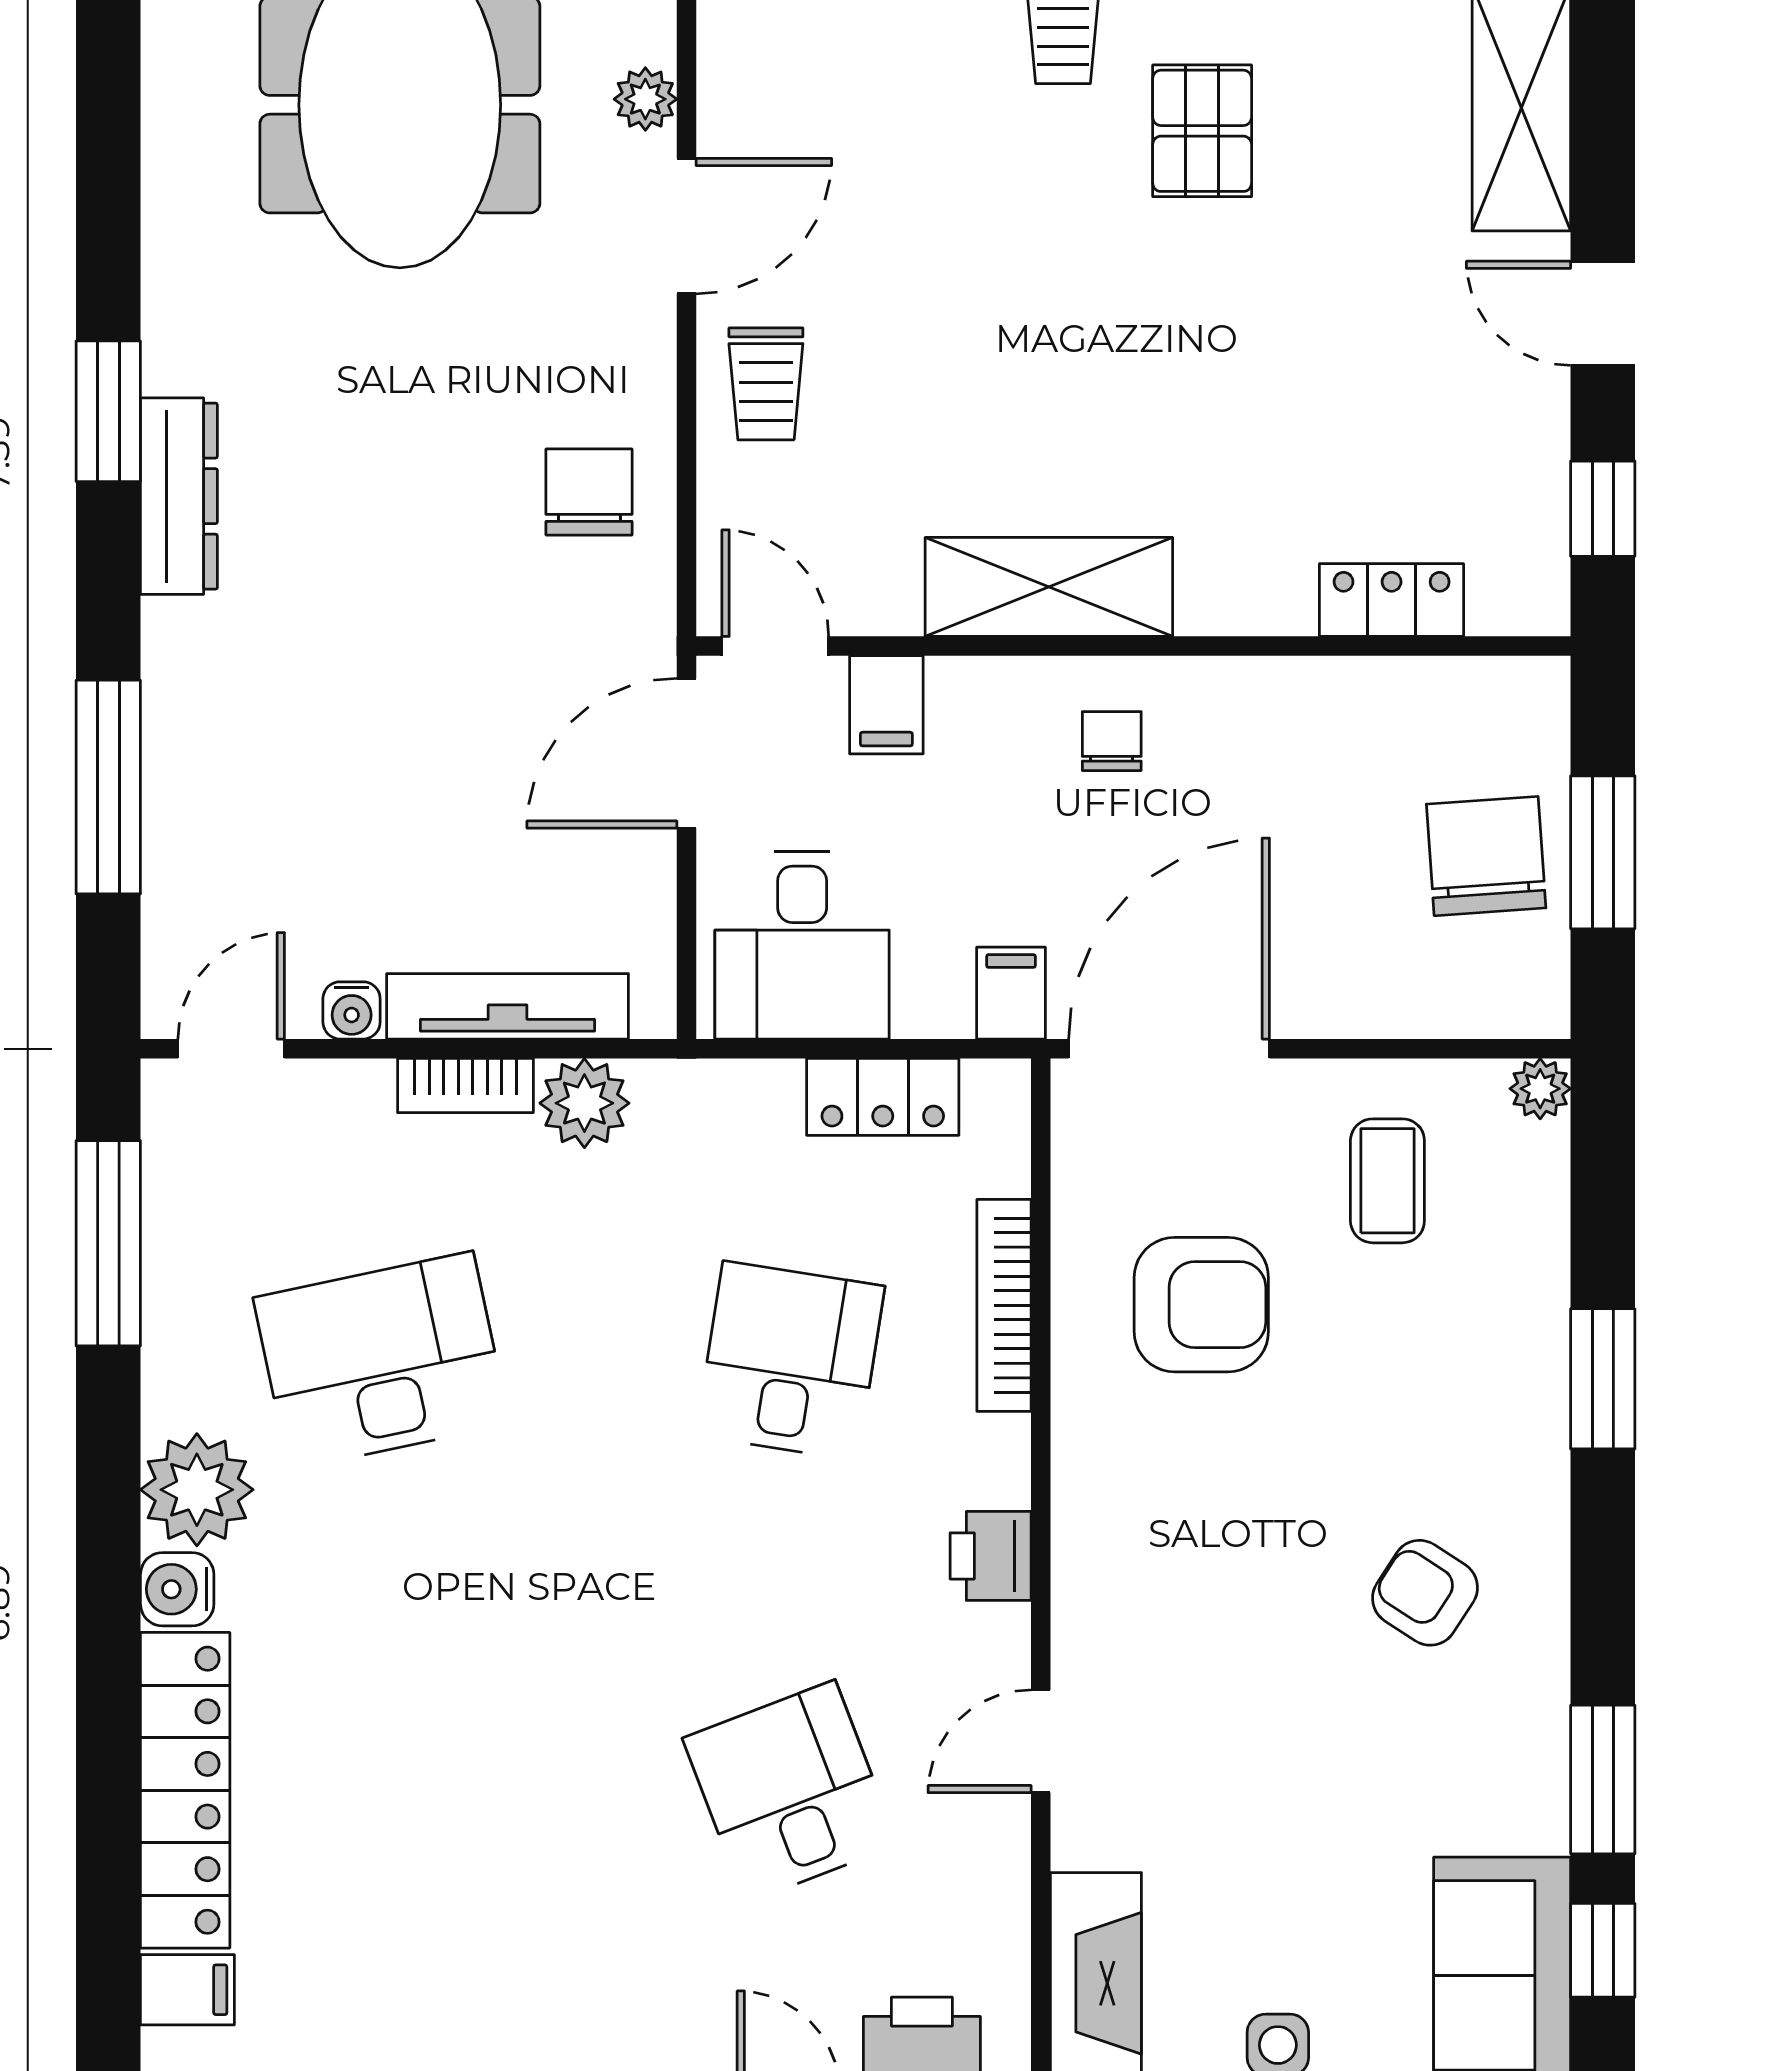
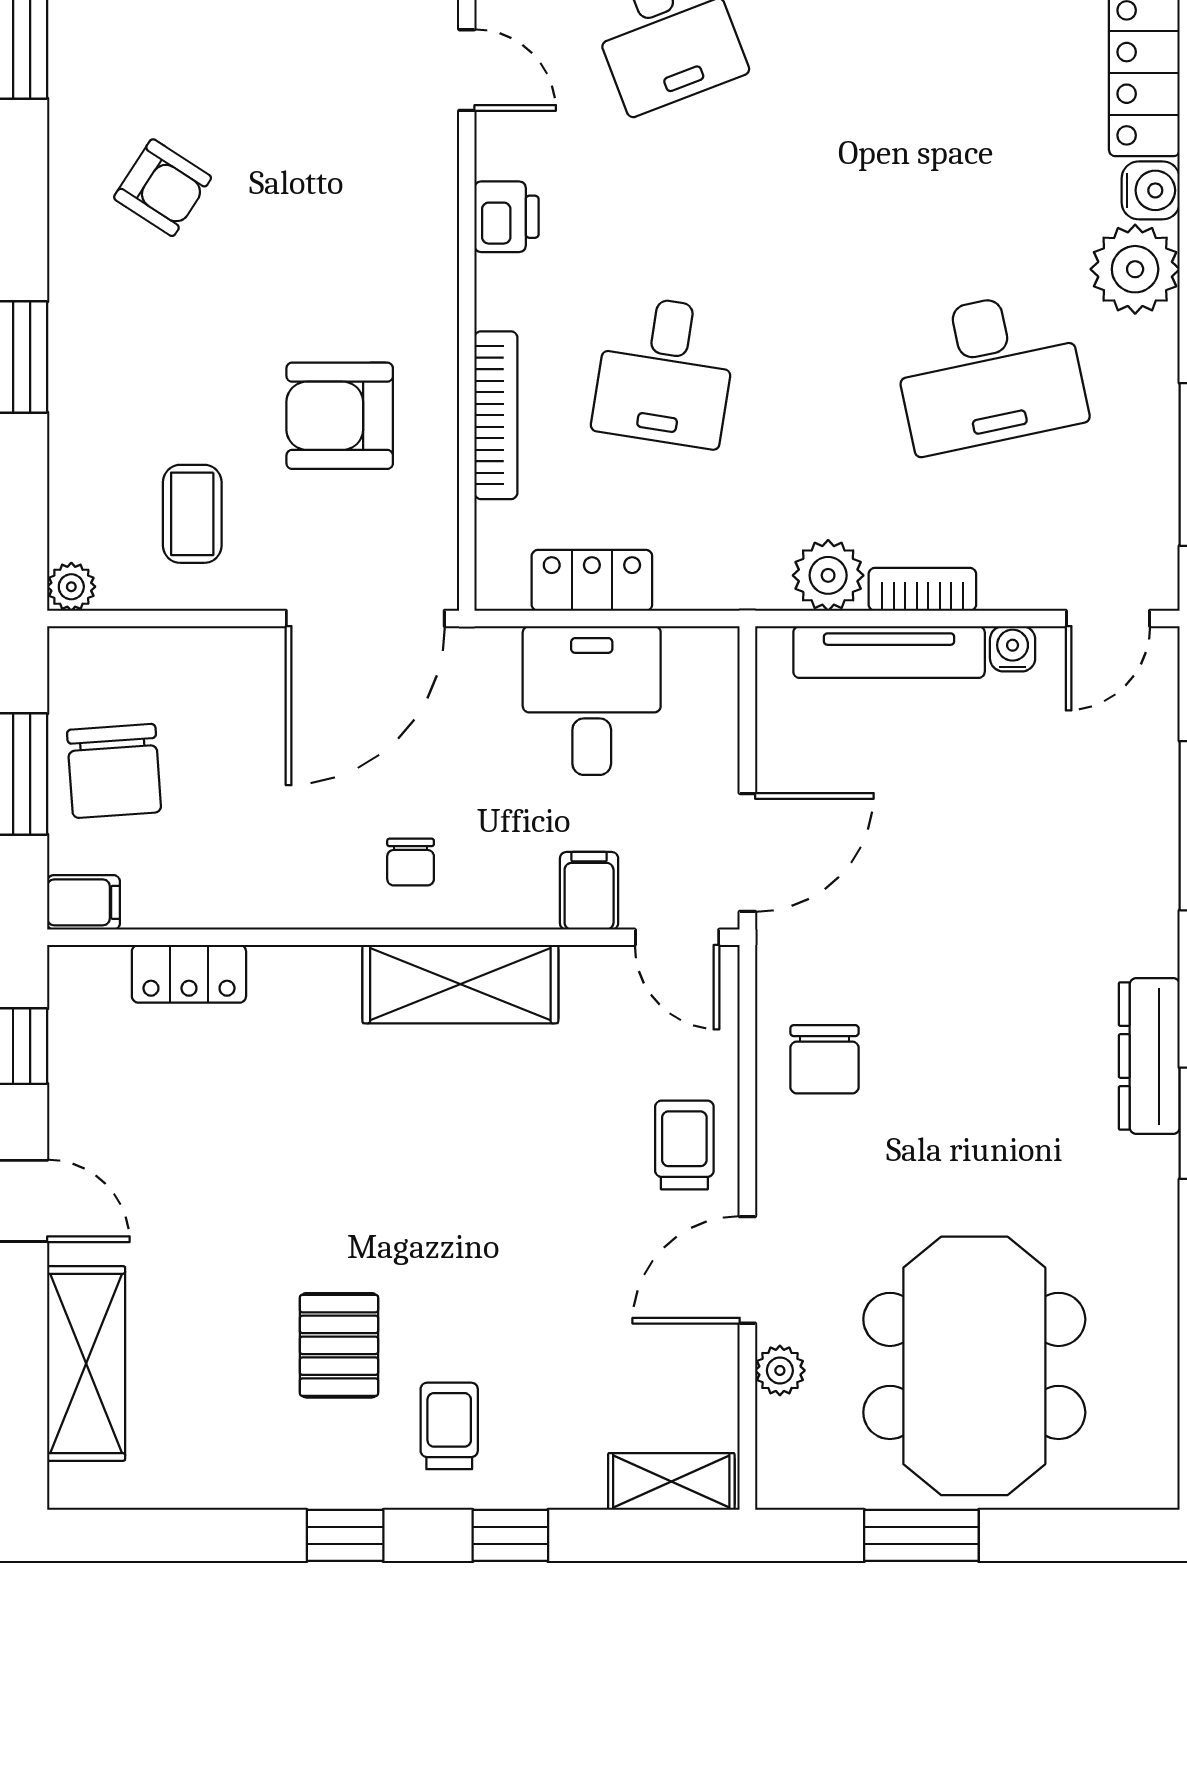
desk: (802, 945) -> (592, 701), moved
filing cabinet: (1011, 993) -> (84, 902), moved, turned -90
door: (1041, 1741) -> (467, 70), hinge flipped

